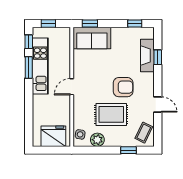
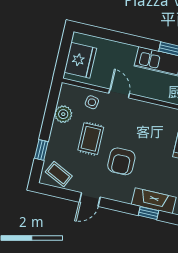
door: (72, 87) -> (119, 93), moved
rug: (111, 114) -> (91, 139), width x0.73, depth x0.70
side table: (80, 134) -> (92, 102), moved

